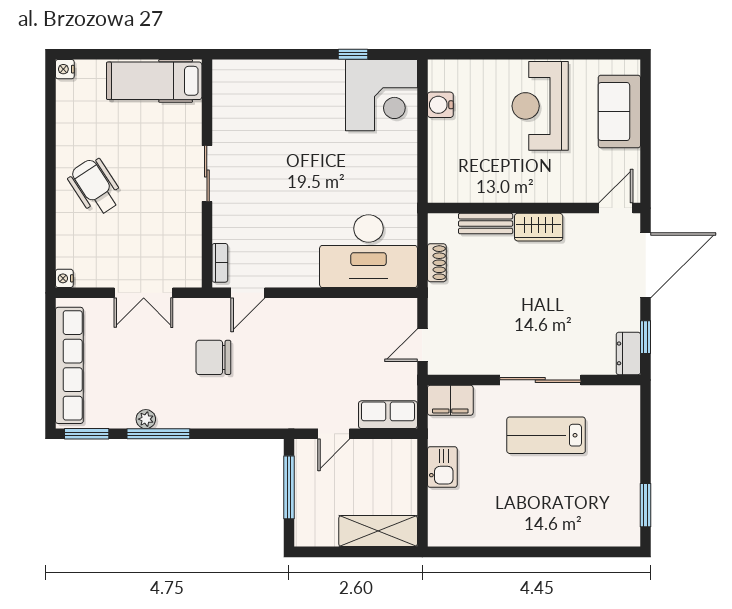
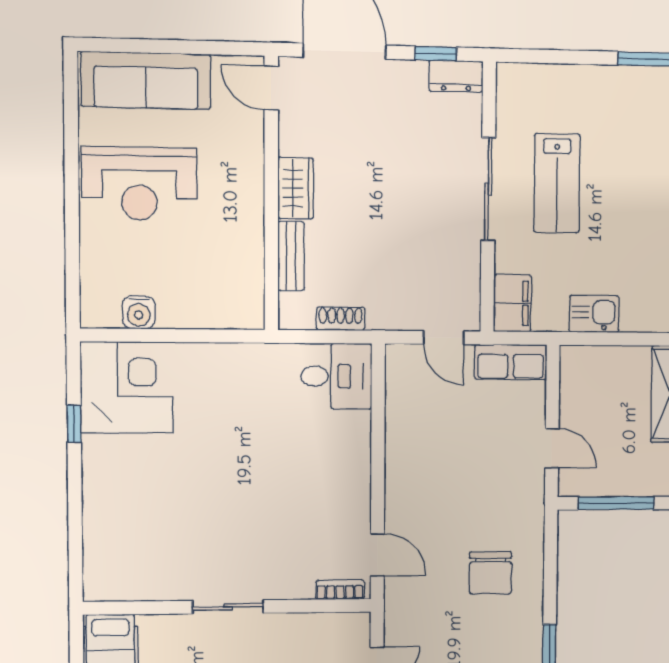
sofa: (619, 112) -> (146, 80), width x1.36
desk: (369, 251) -> (336, 376), width x0.53, depth x0.77
chair: (213, 357) -> (490, 573), moved
row of seats: (388, 415) -> (511, 362), moved, turned -90

